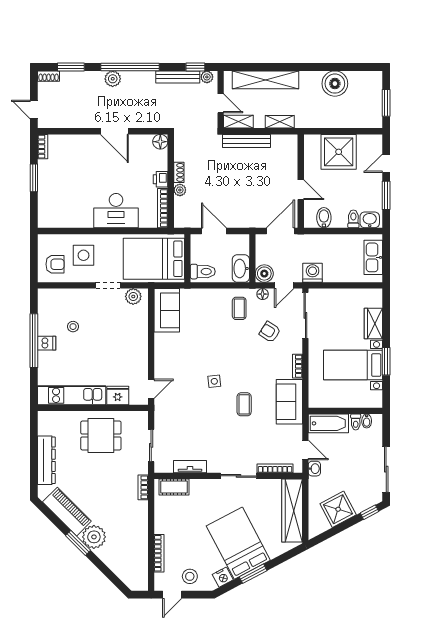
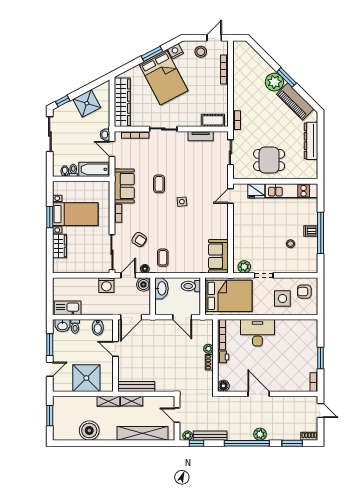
shelving: (238, 122) -> (108, 401), moved
bench: (246, 141) -> (136, 386), moved
kitchen sink: (373, 257) -> (68, 308), moved, turned -90

